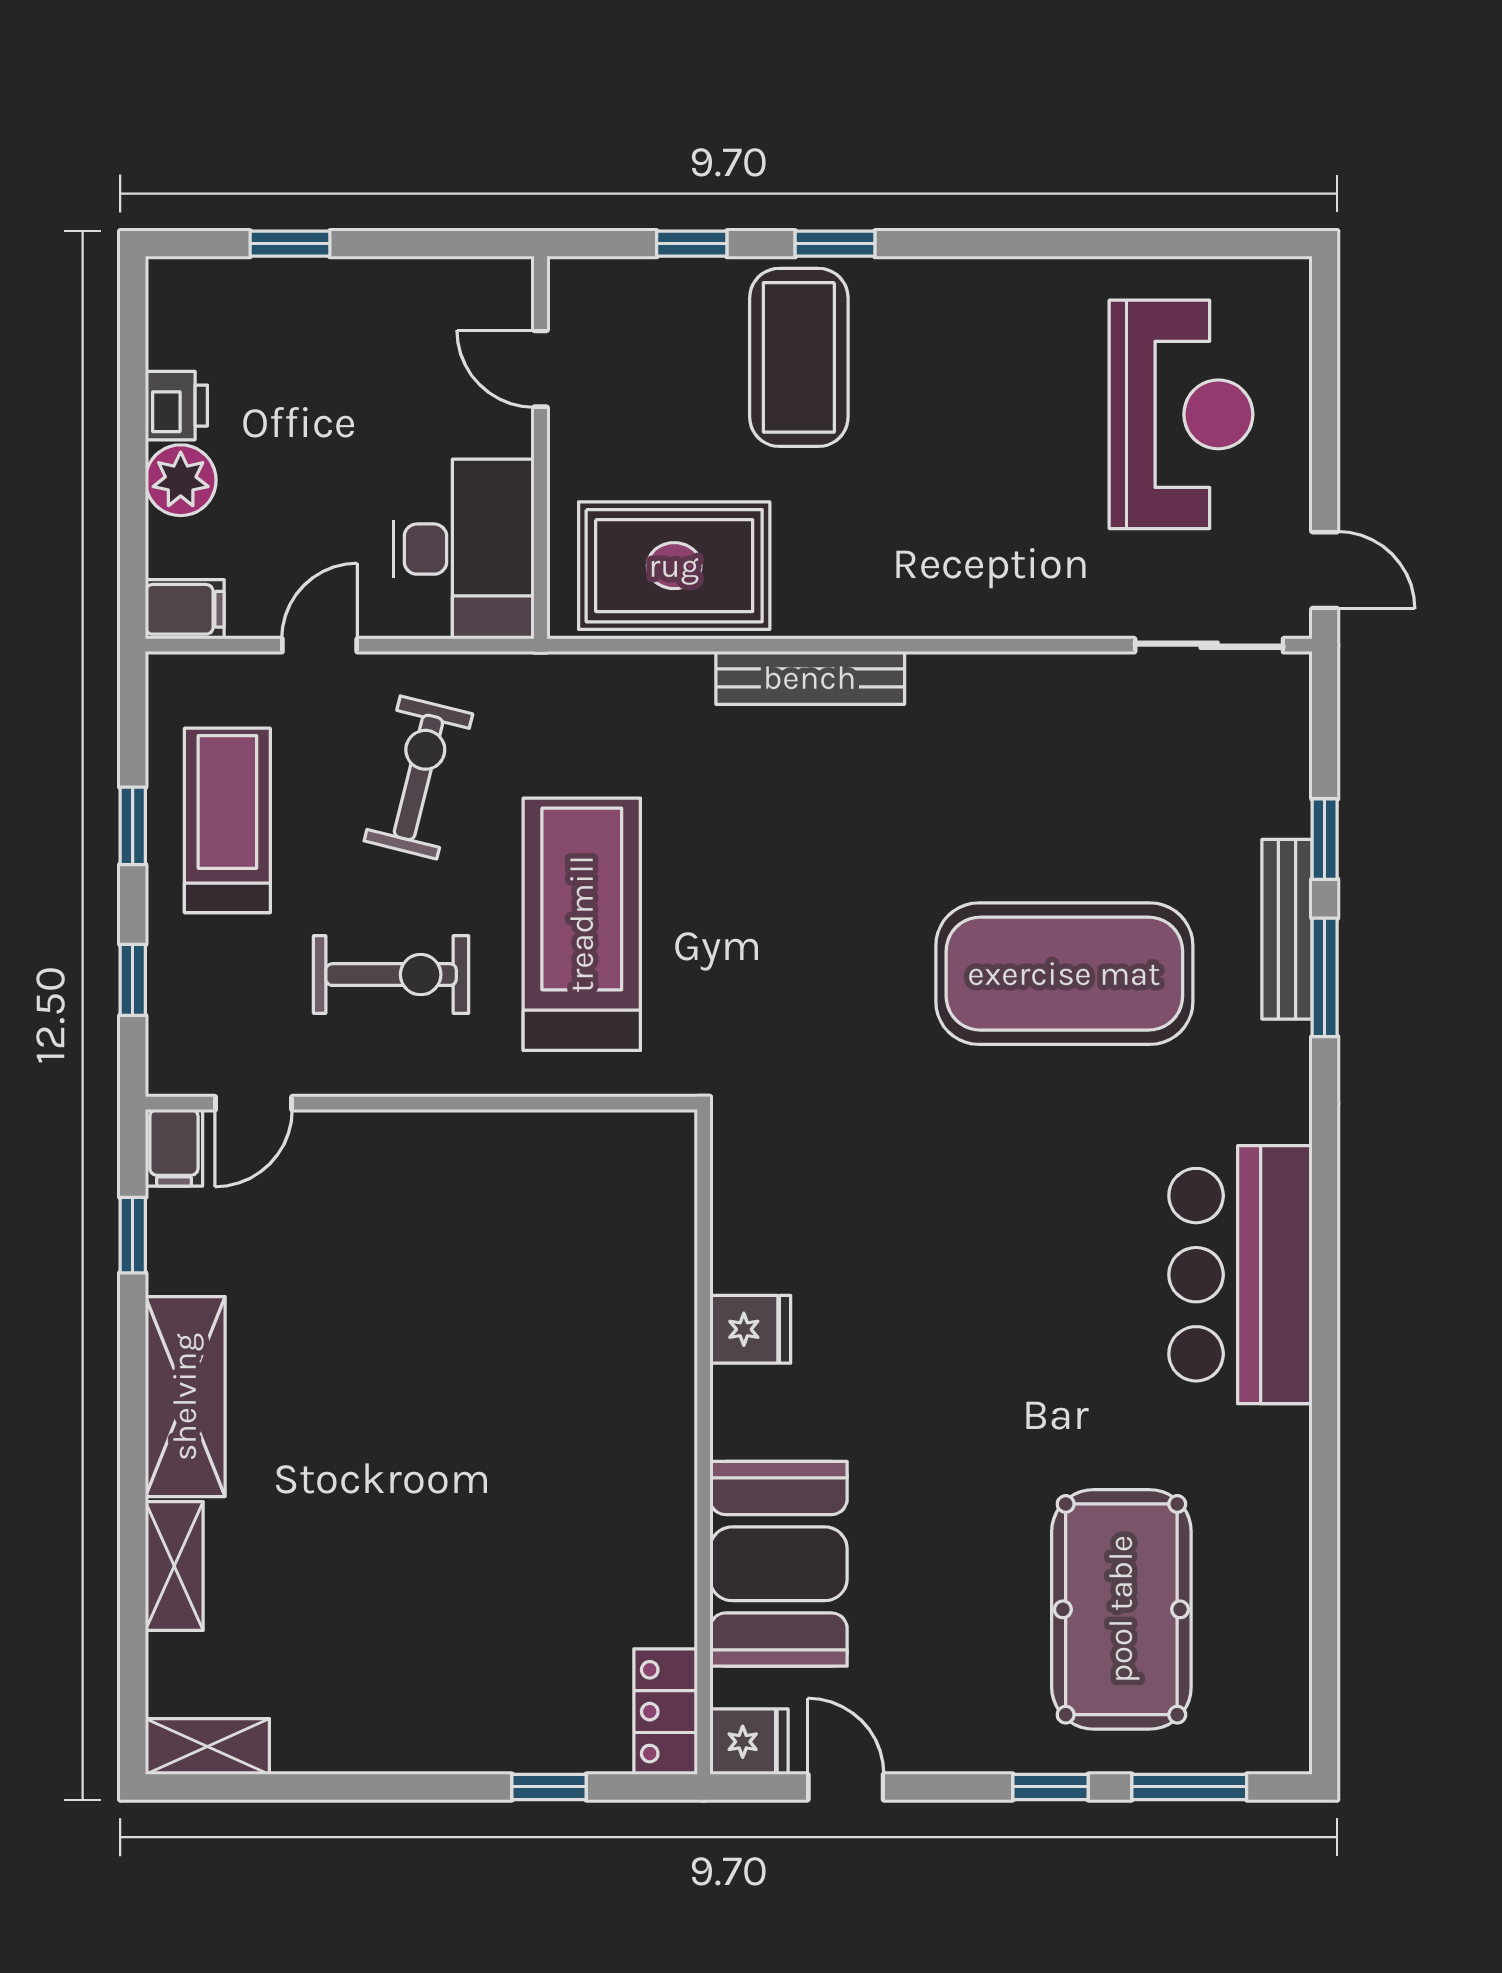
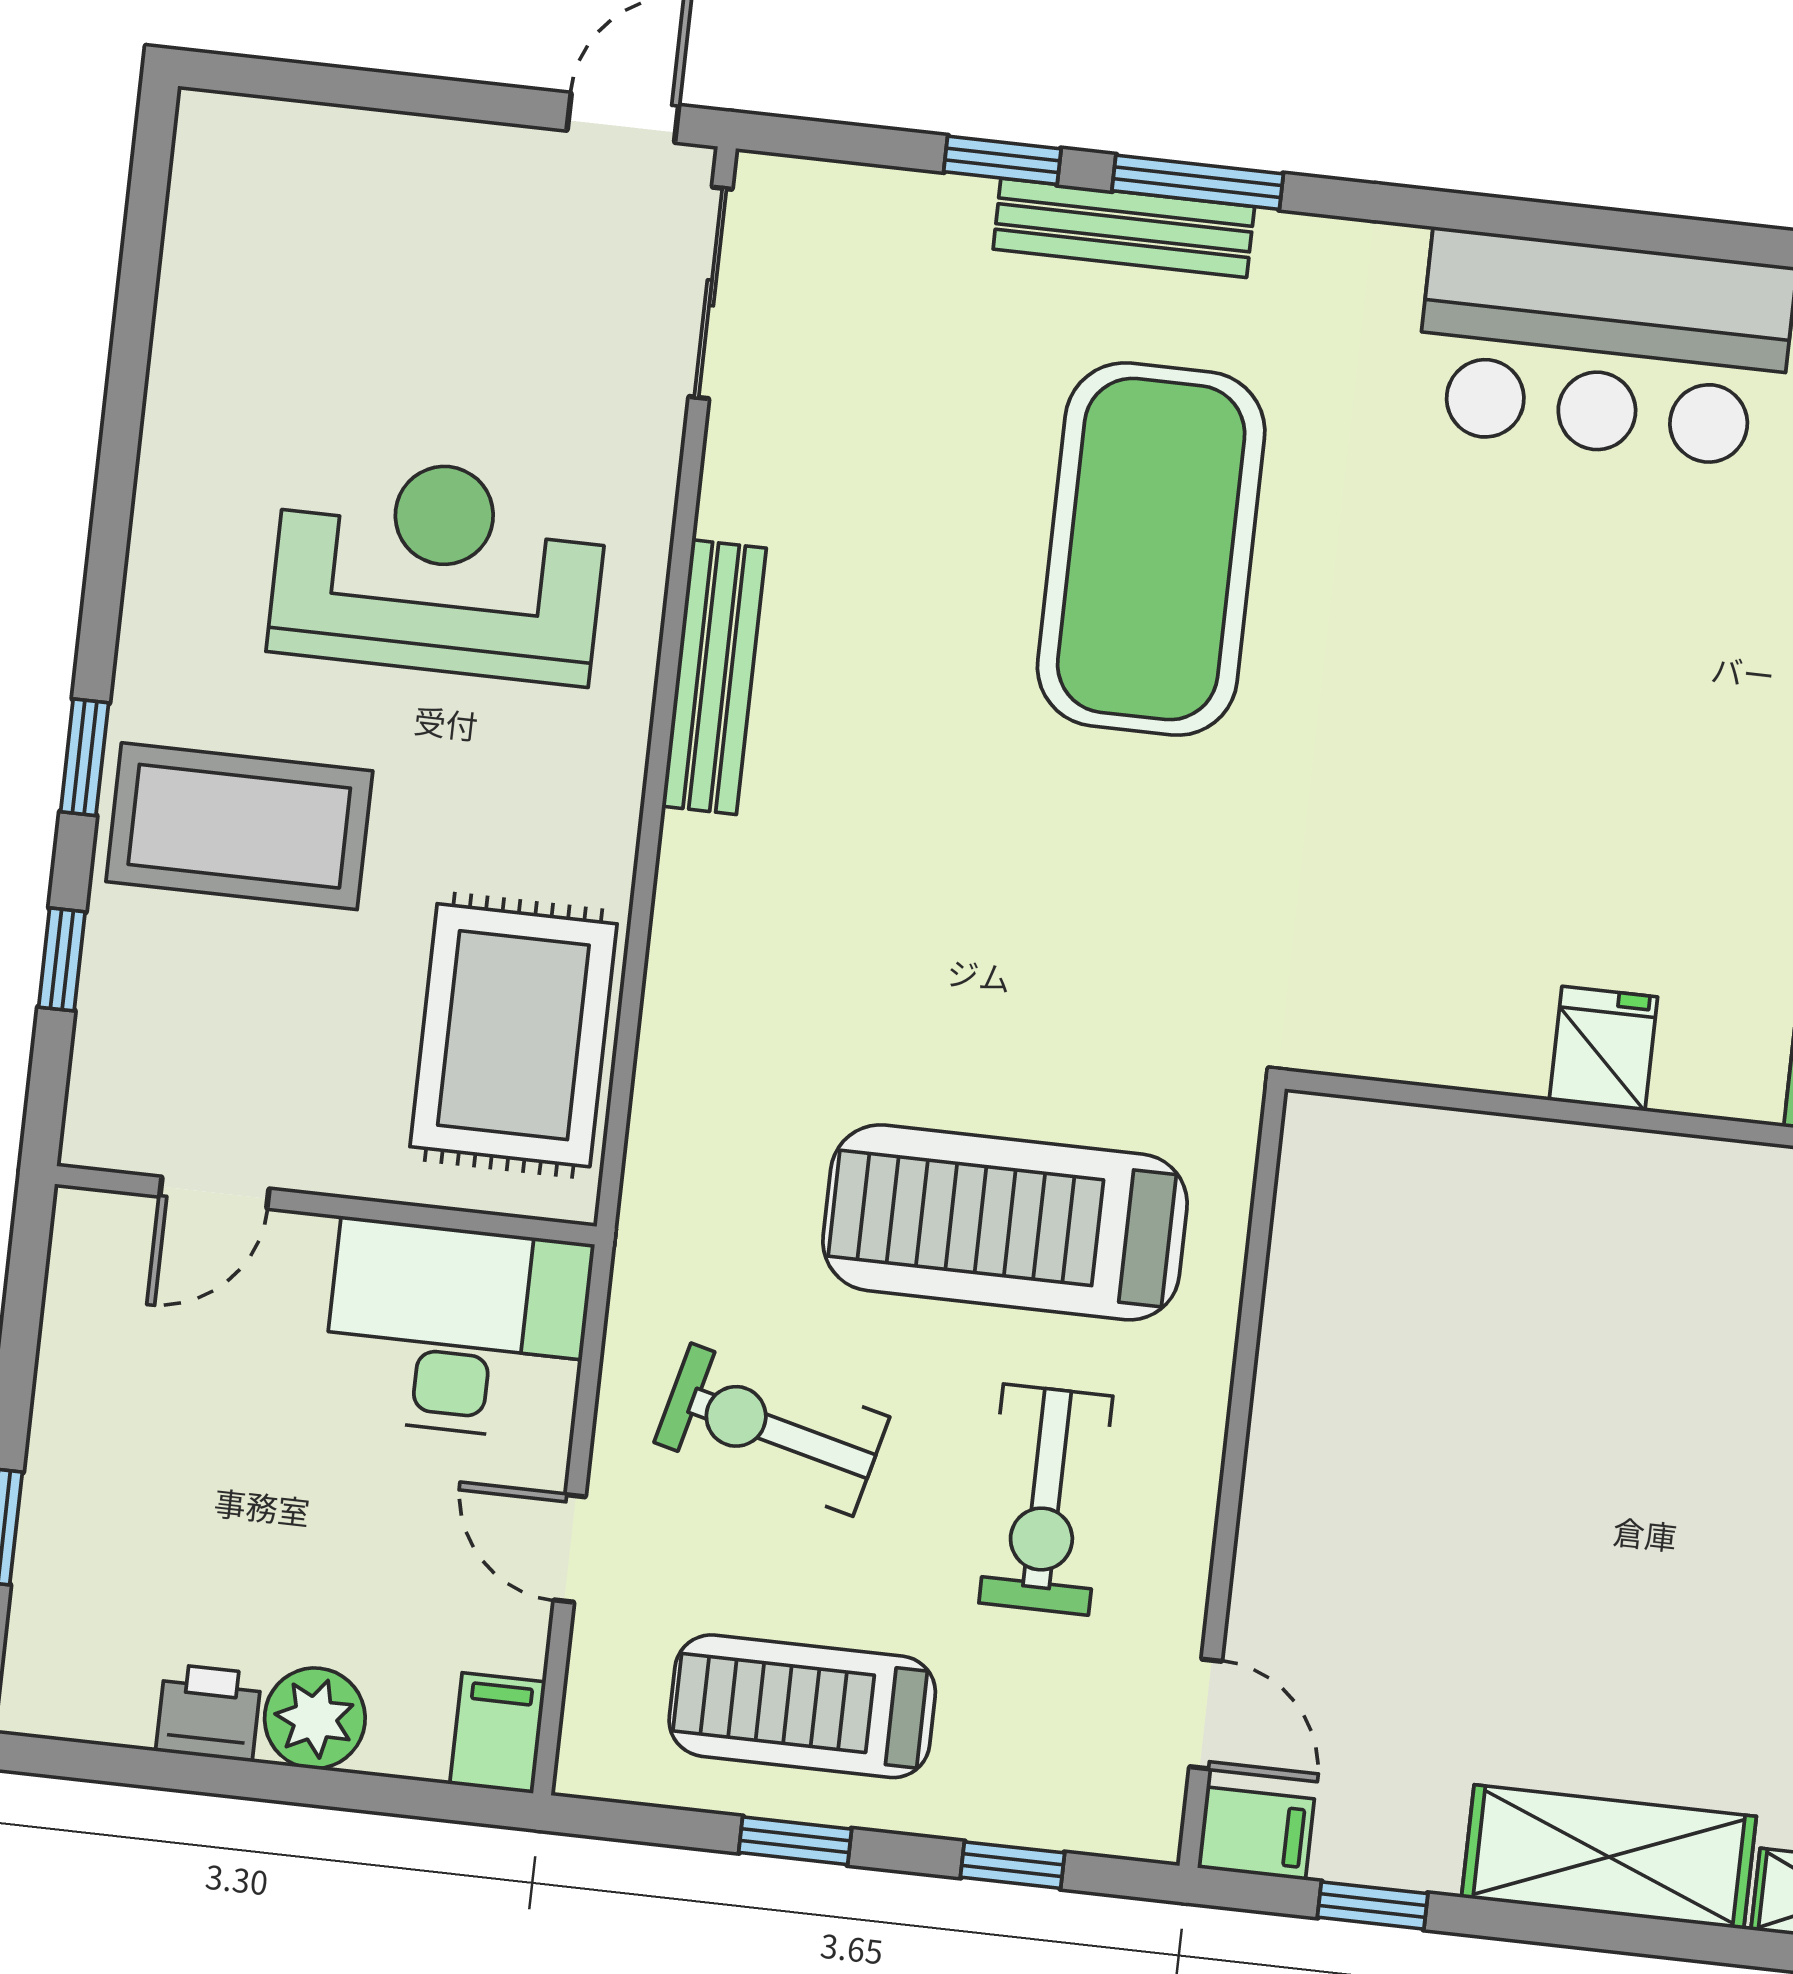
reception desk: (1181, 414) -> (438, 568), moved
bench: (810, 678) -> (714, 677), moved
exercise bike: (391, 975) -> (1046, 1500), turned 180

